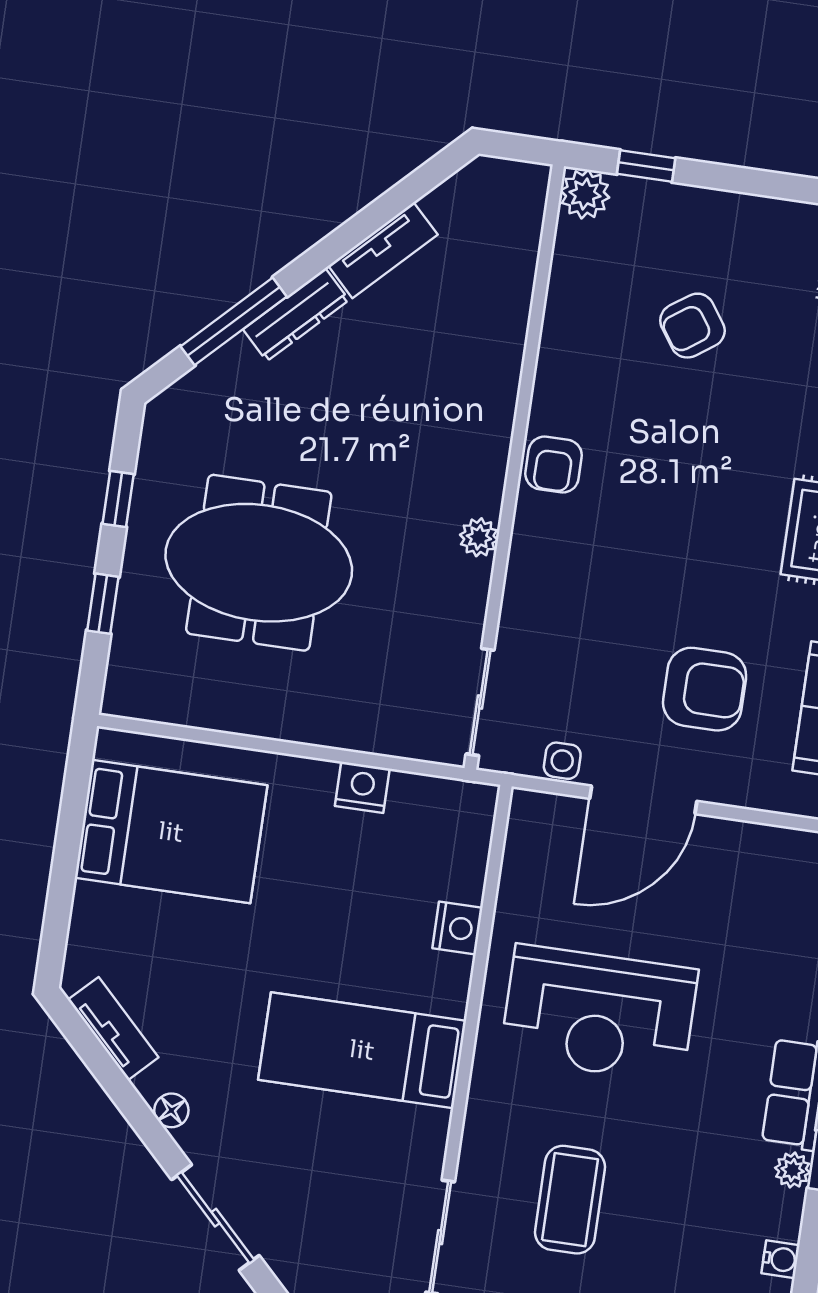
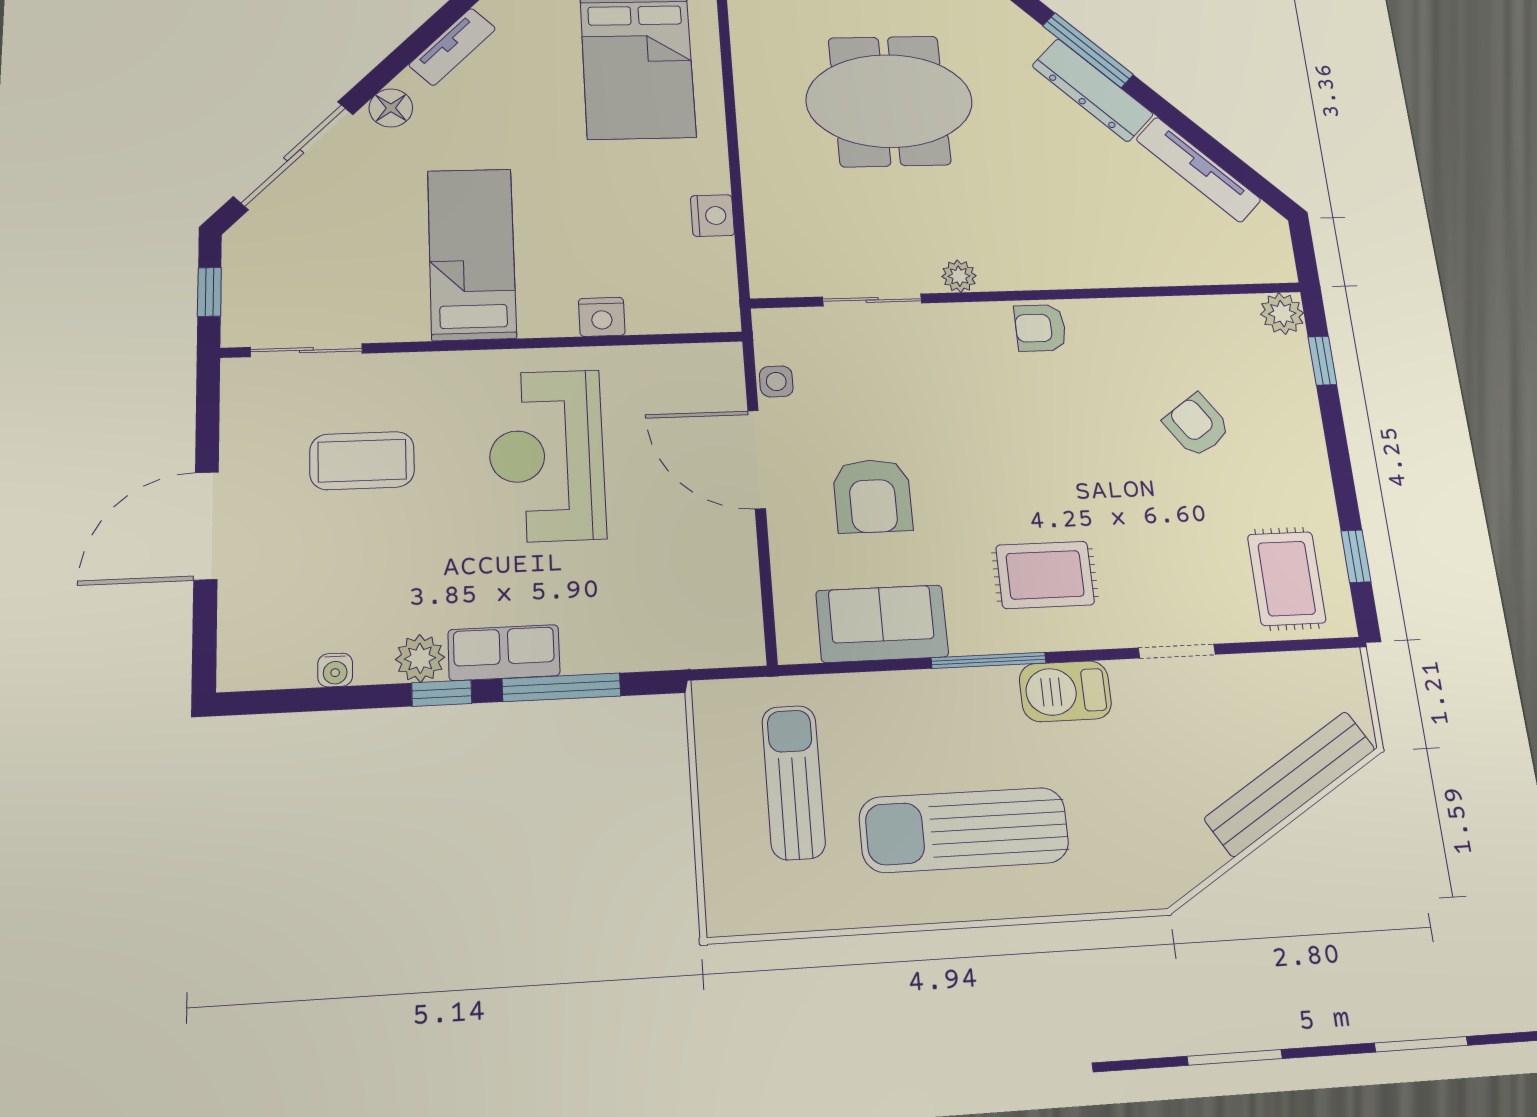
tv unit: (383, 250) -> (1198, 170), width x1.41
dresser: (296, 315) -> (1093, 90), width x1.37, depth x1.24
meeting table: (259, 563) -> (889, 101), turned 90
sliding door: (480, 702) -> (872, 300), moved
floor lamp: (171, 1110) -> (391, 108), width x1.37, depth x1.37
plant: (793, 1170) -> (420, 658), width x1.38, depth x1.38
sliding door: (215, 1218) -> (294, 155), width x1.37

